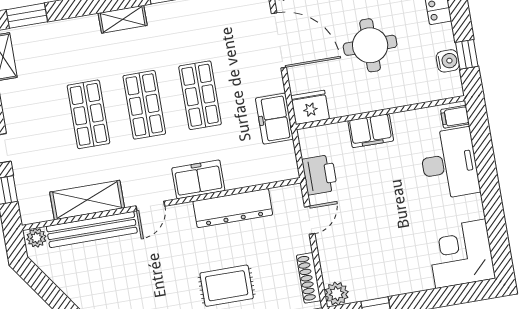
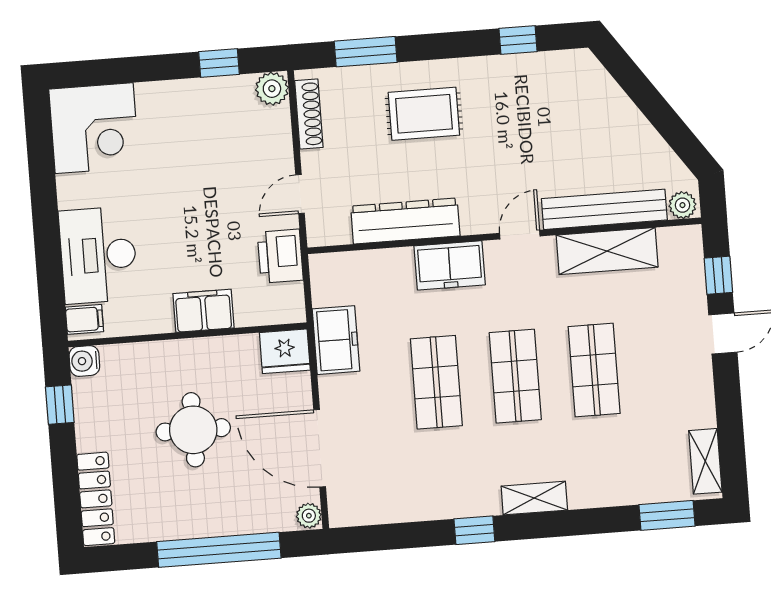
water cooler: (448, 61) -> (84, 361), moved

